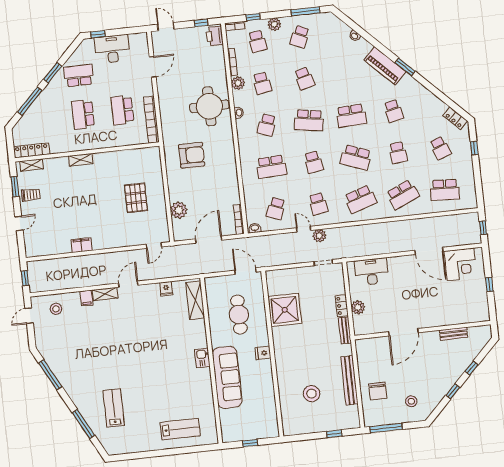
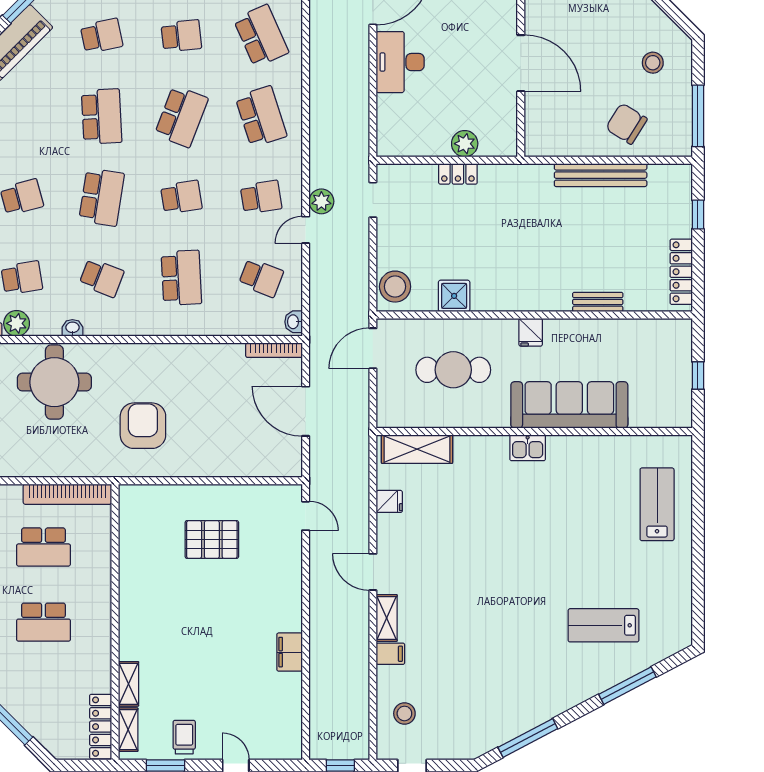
shelving: (81, 160) -> (128, 684), moved
plant: (179, 210) -> (244, 461), removed
desk: (372, 272) -> (400, 62), moved
shower: (285, 310) -> (454, 296), width x0.54, depth x0.54
bench: (345, 330) -> (598, 302), moved
chair: (378, 391) -> (626, 124), turned -148
stool: (312, 394) -> (395, 287), moved
locker: (303, 428) -> (681, 272), added

